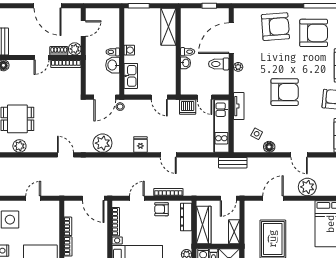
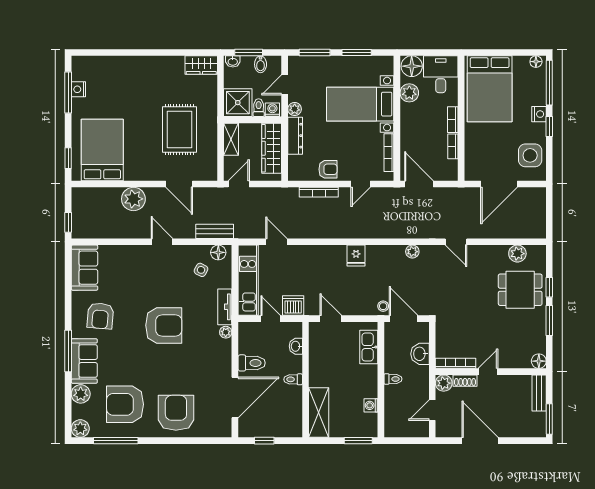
armchair: (275, 27) -> (176, 413), turned 94
washing machine: (129, 50) -> (371, 405), moved
washbasin: (186, 63) -> (296, 346), moved
washbasin: (113, 65) -> (420, 354), moved, turned 180
plant: (238, 67) -> (226, 332), moved
armchair: (285, 92) -> (164, 325), turned 180
door: (105, 97) -> (404, 319), hinge flipped
plant: (103, 143) -> (412, 252), width x0.53, depth x0.53
floor lamp: (269, 147) -> (218, 252), moved
door: (168, 155) -> (276, 242), moved
door: (299, 155) -> (162, 242), moved
bench: (233, 163) -> (215, 231), moved
door: (33, 198) -> (499, 184), width x1.87
door: (273, 198) -> (179, 184), hinge flipped
dresser: (186, 217) -> (295, 136), moved

